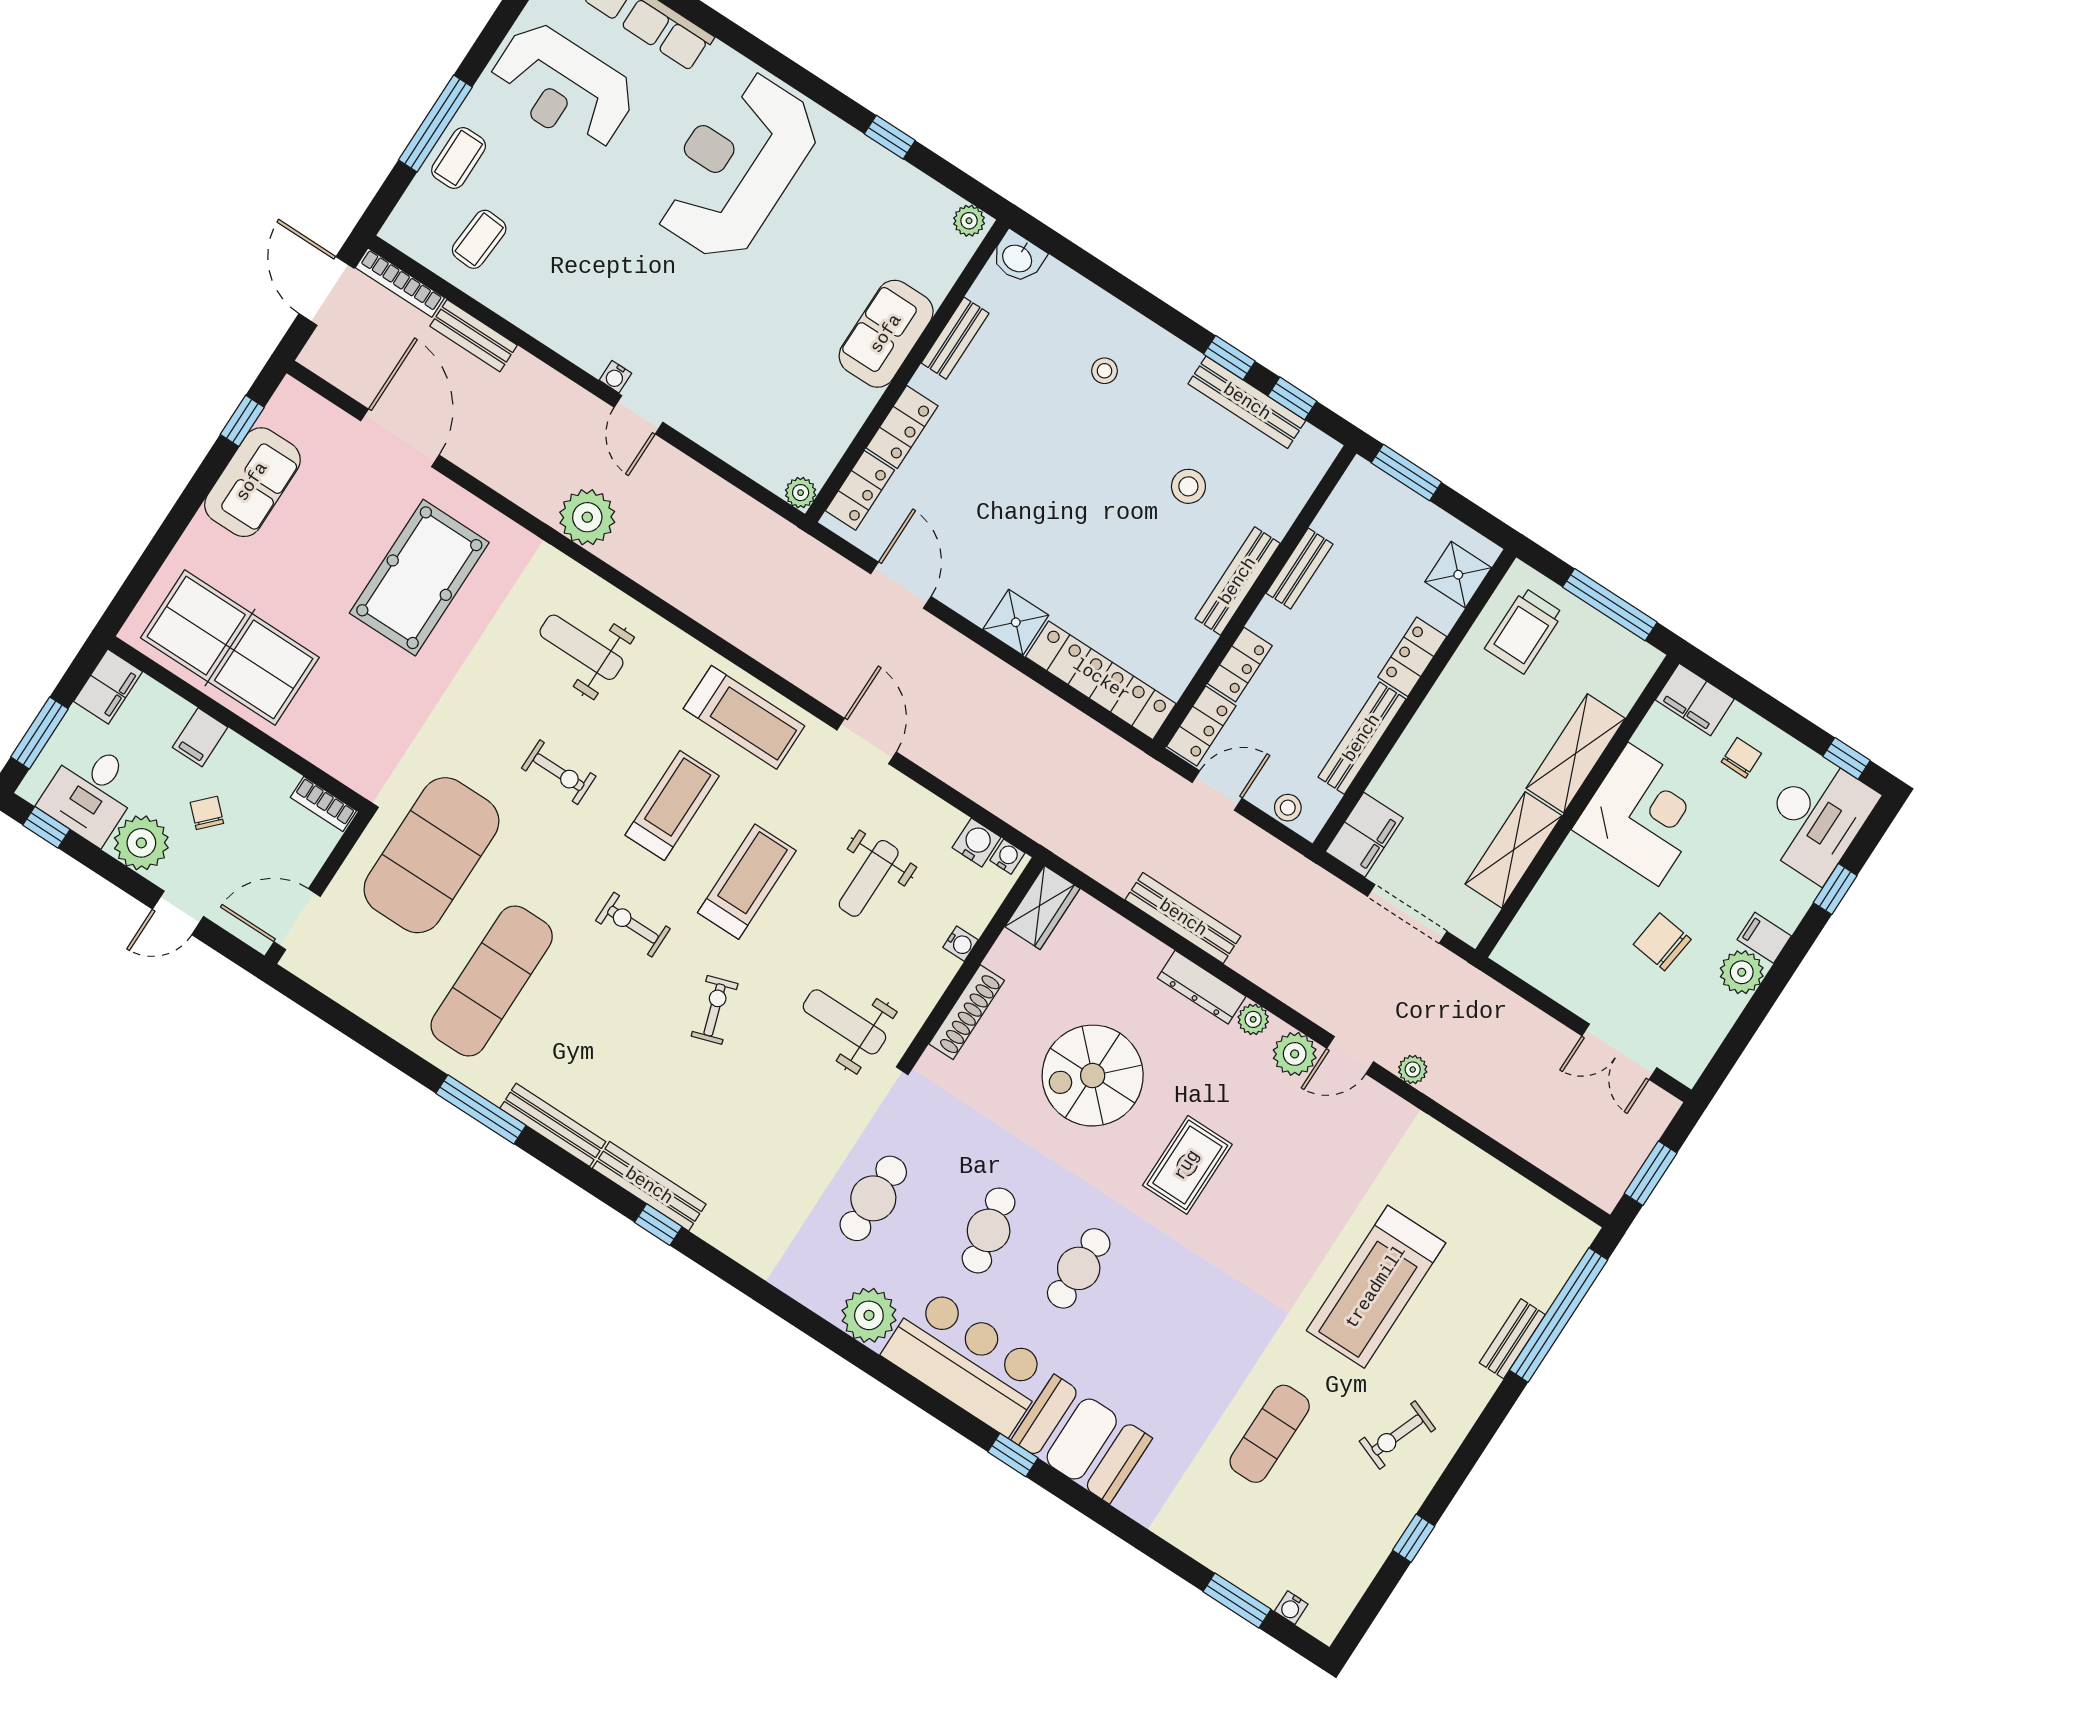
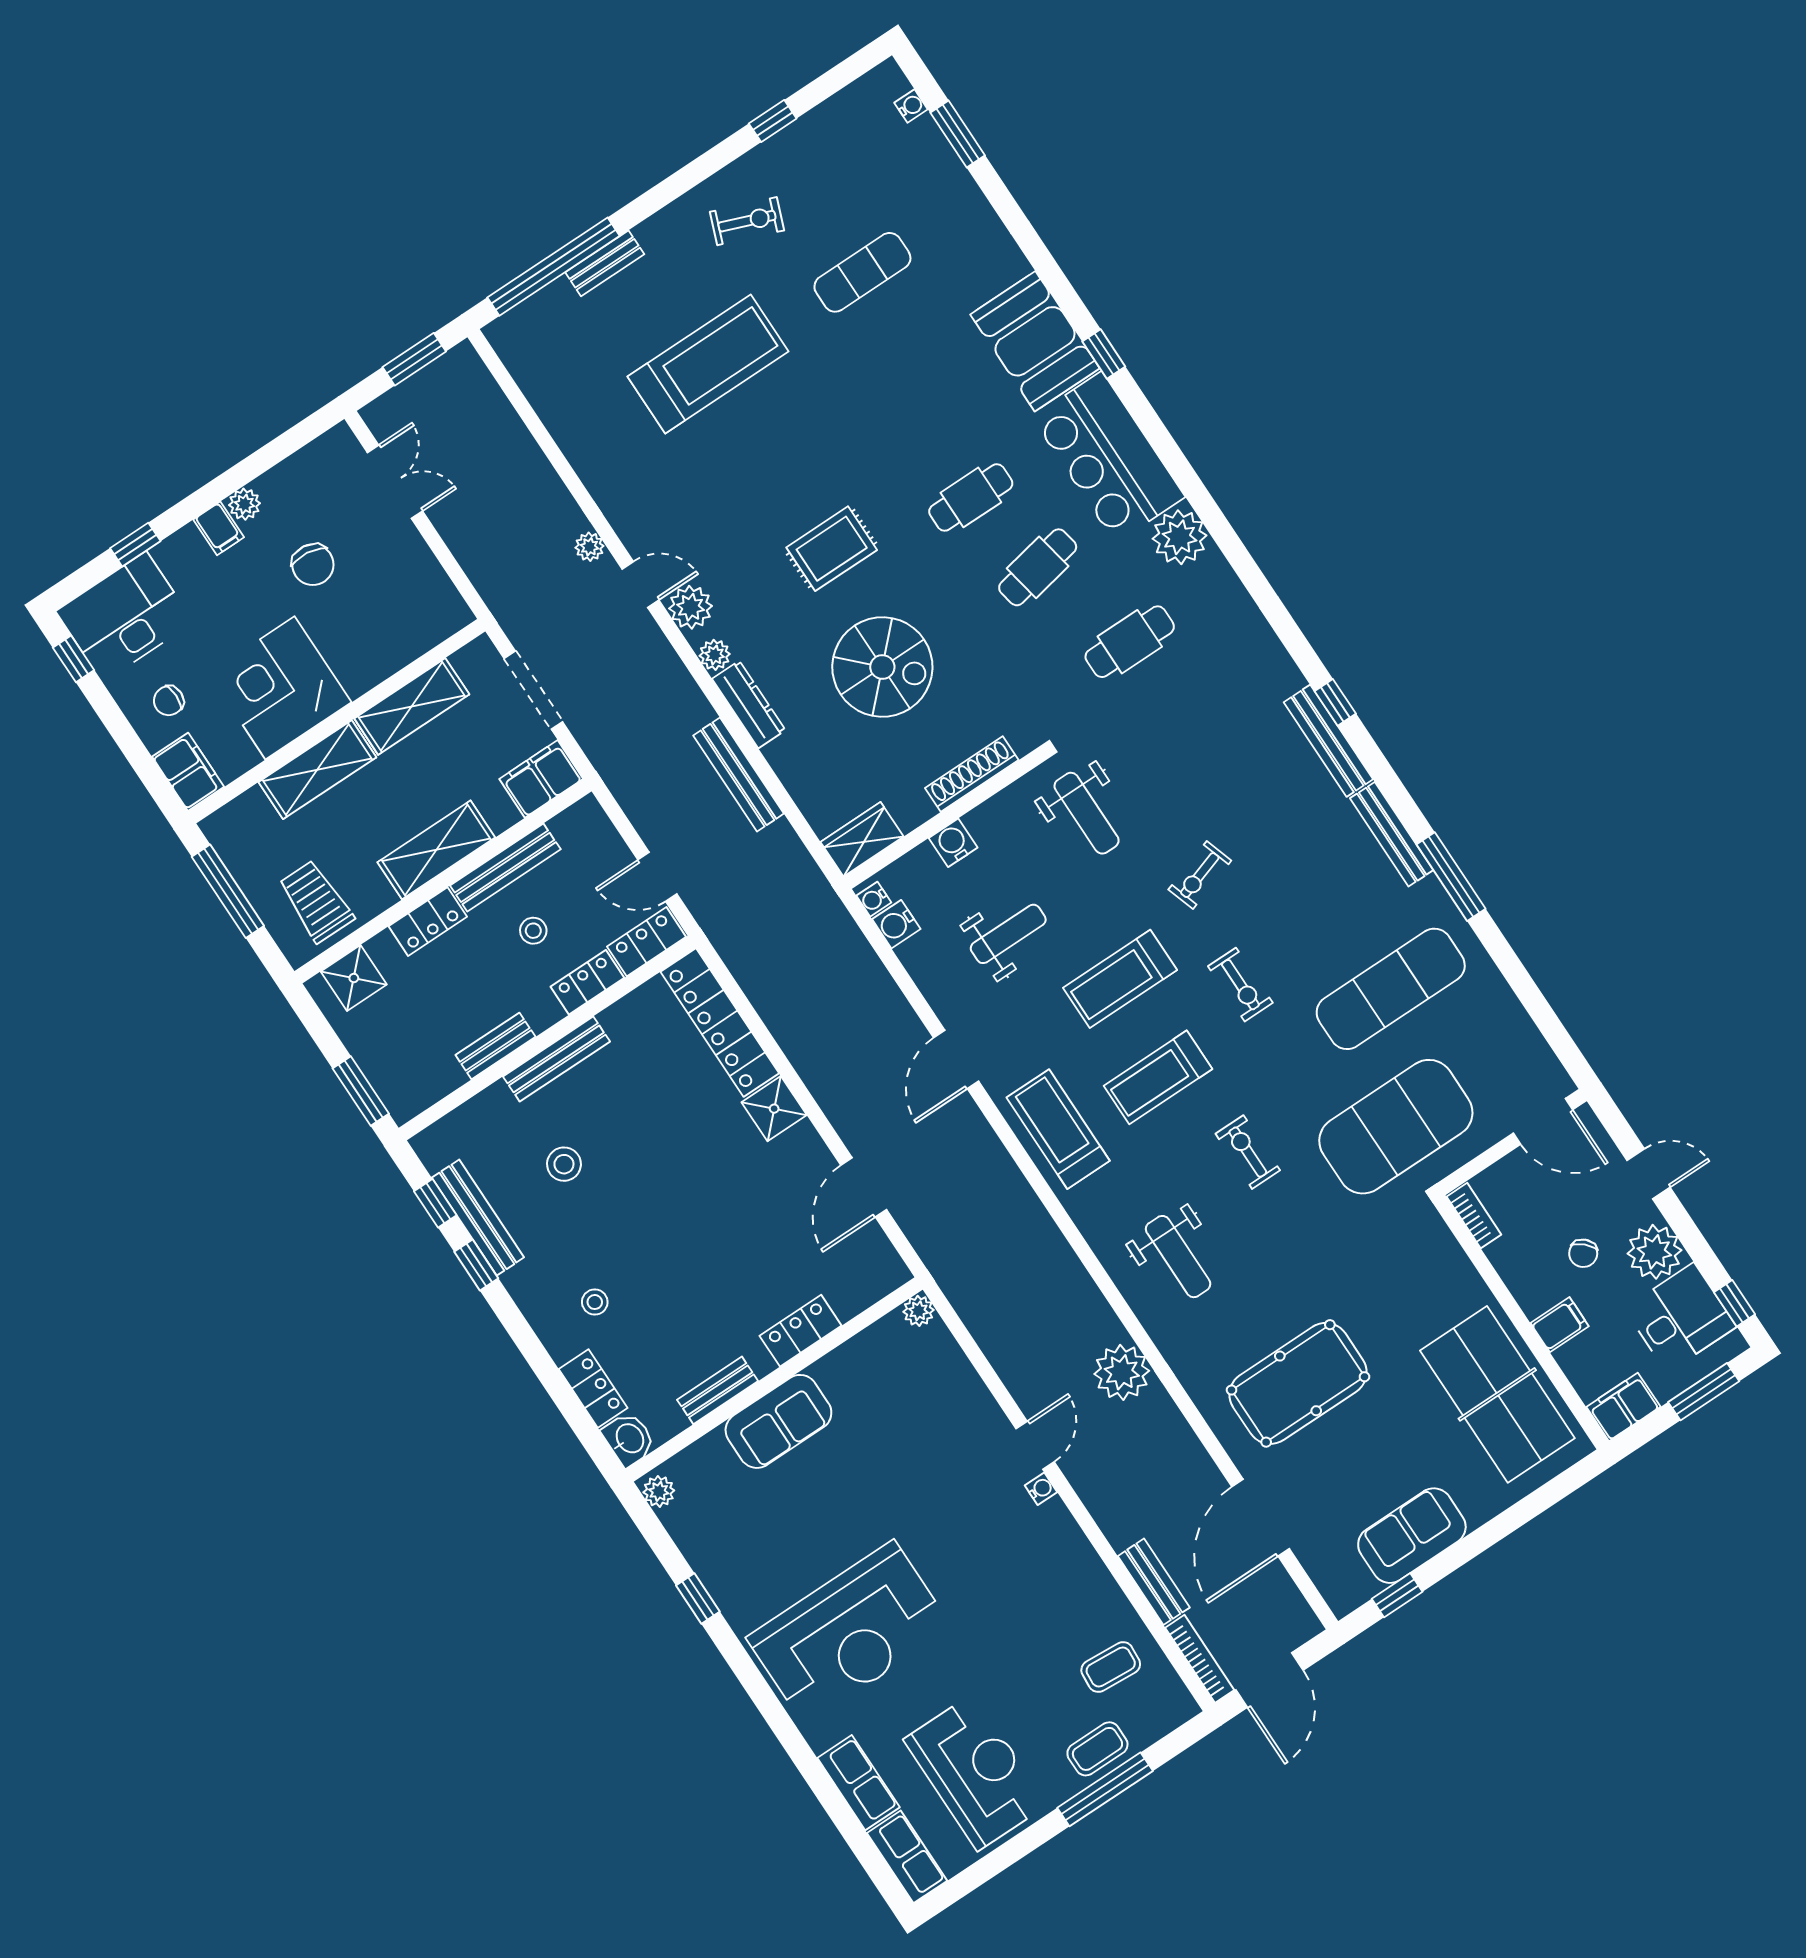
locker: (860, 490) -> (593, 1388), moved, turned 90
trolley: (1524, 631) -> (316, 901), turned -90
shelving: (1433, 727) -> (436, 850), added
stool: (1288, 808) -> (533, 931), moved
water cooler: (961, 944) -> (953, 843), width x1.38, depth x1.38
plant: (1742, 972) -> (244, 504), width x0.73, depth x0.73

